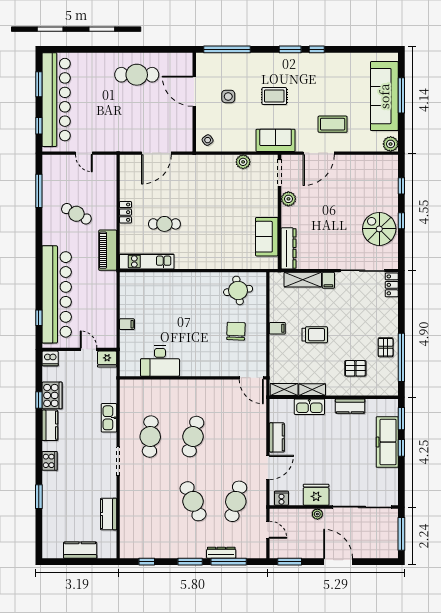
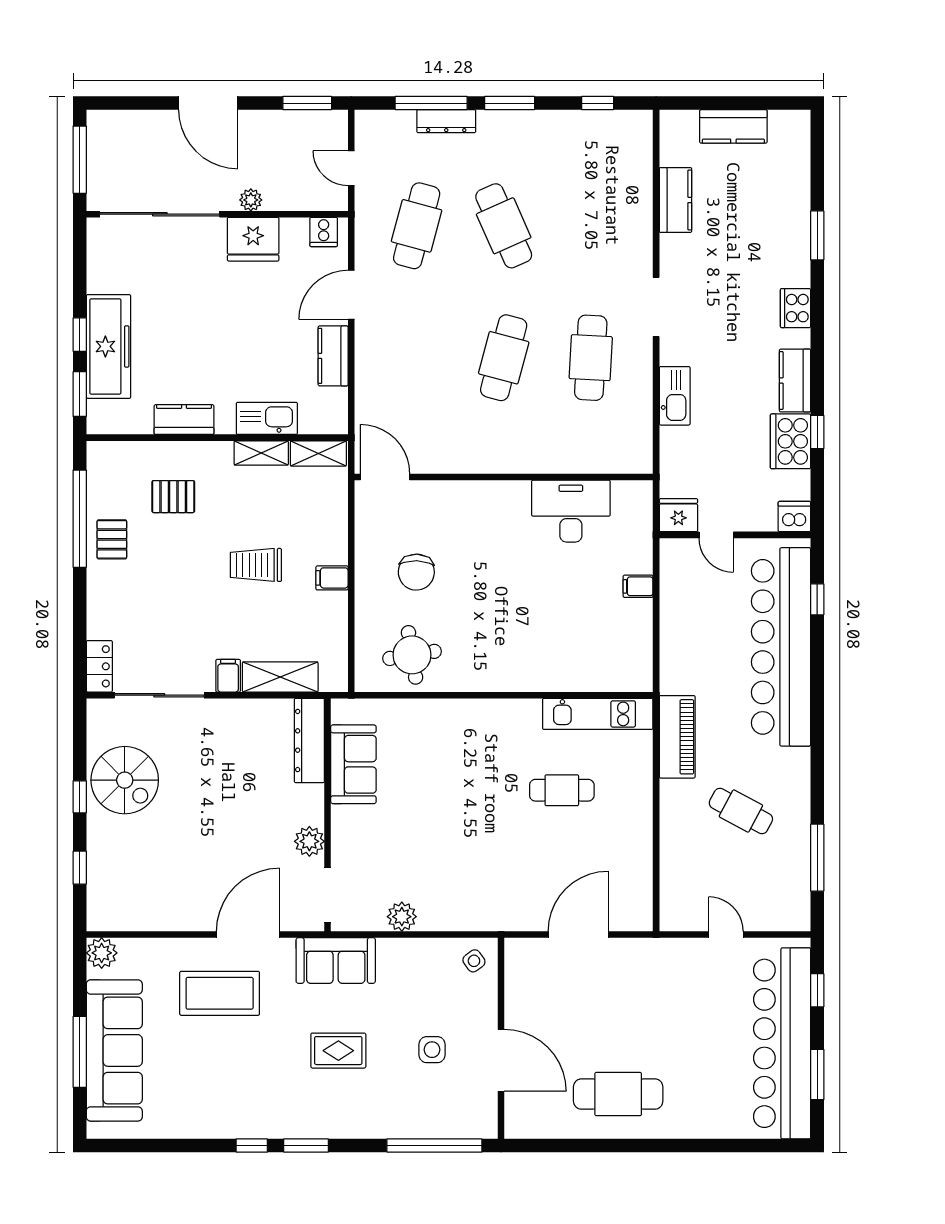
coffee table: (333, 124) -> (220, 993), width x1.36, depth x1.32
locker: (125, 212) -> (641, 814), removed

